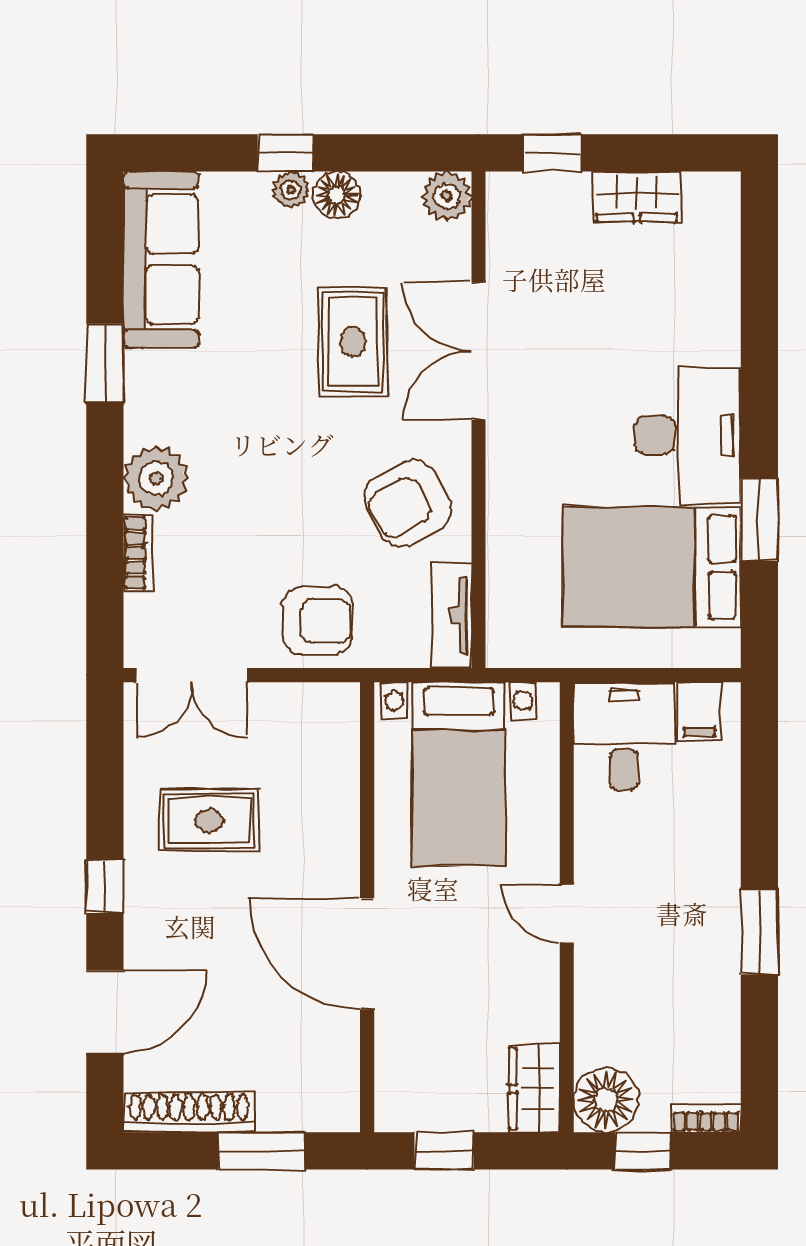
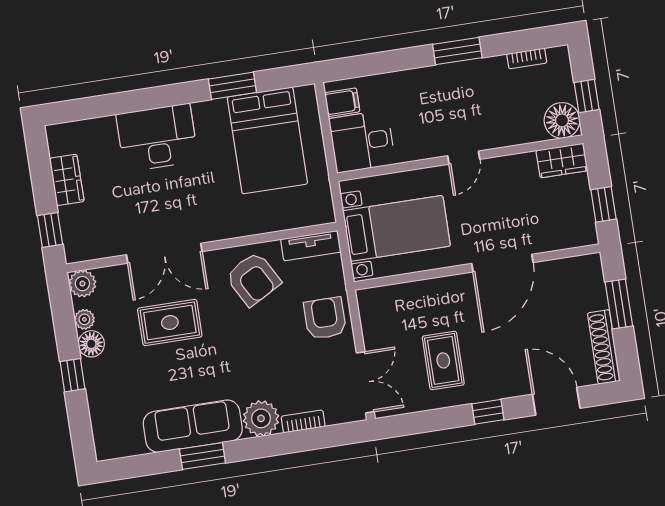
plant: (291, 190) -> (84, 319), moved
sofa: (161, 260) -> (193, 426), moved
desk: (687, 435) -> (157, 138), moved
bookcase: (706, 1118) -> (527, 58), moved, turned -90

